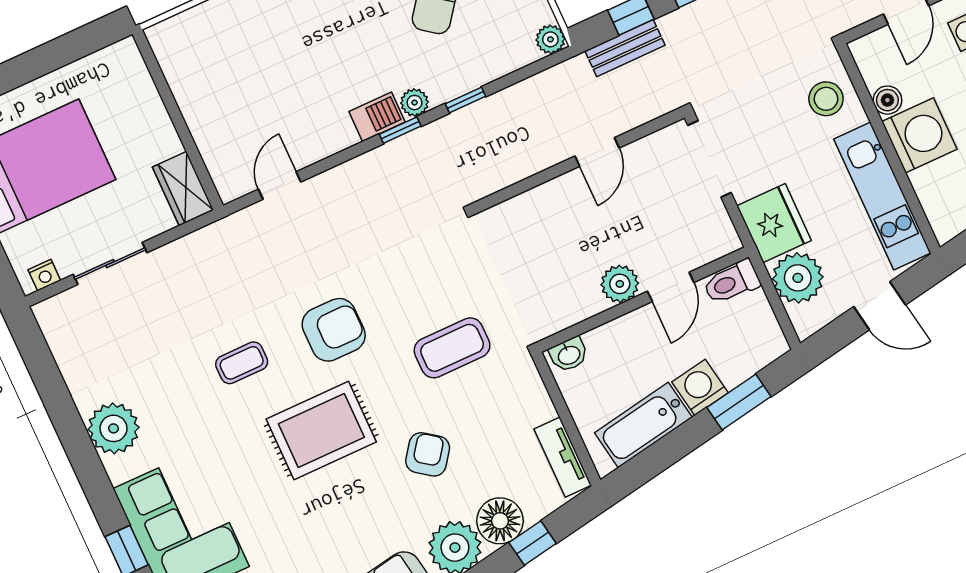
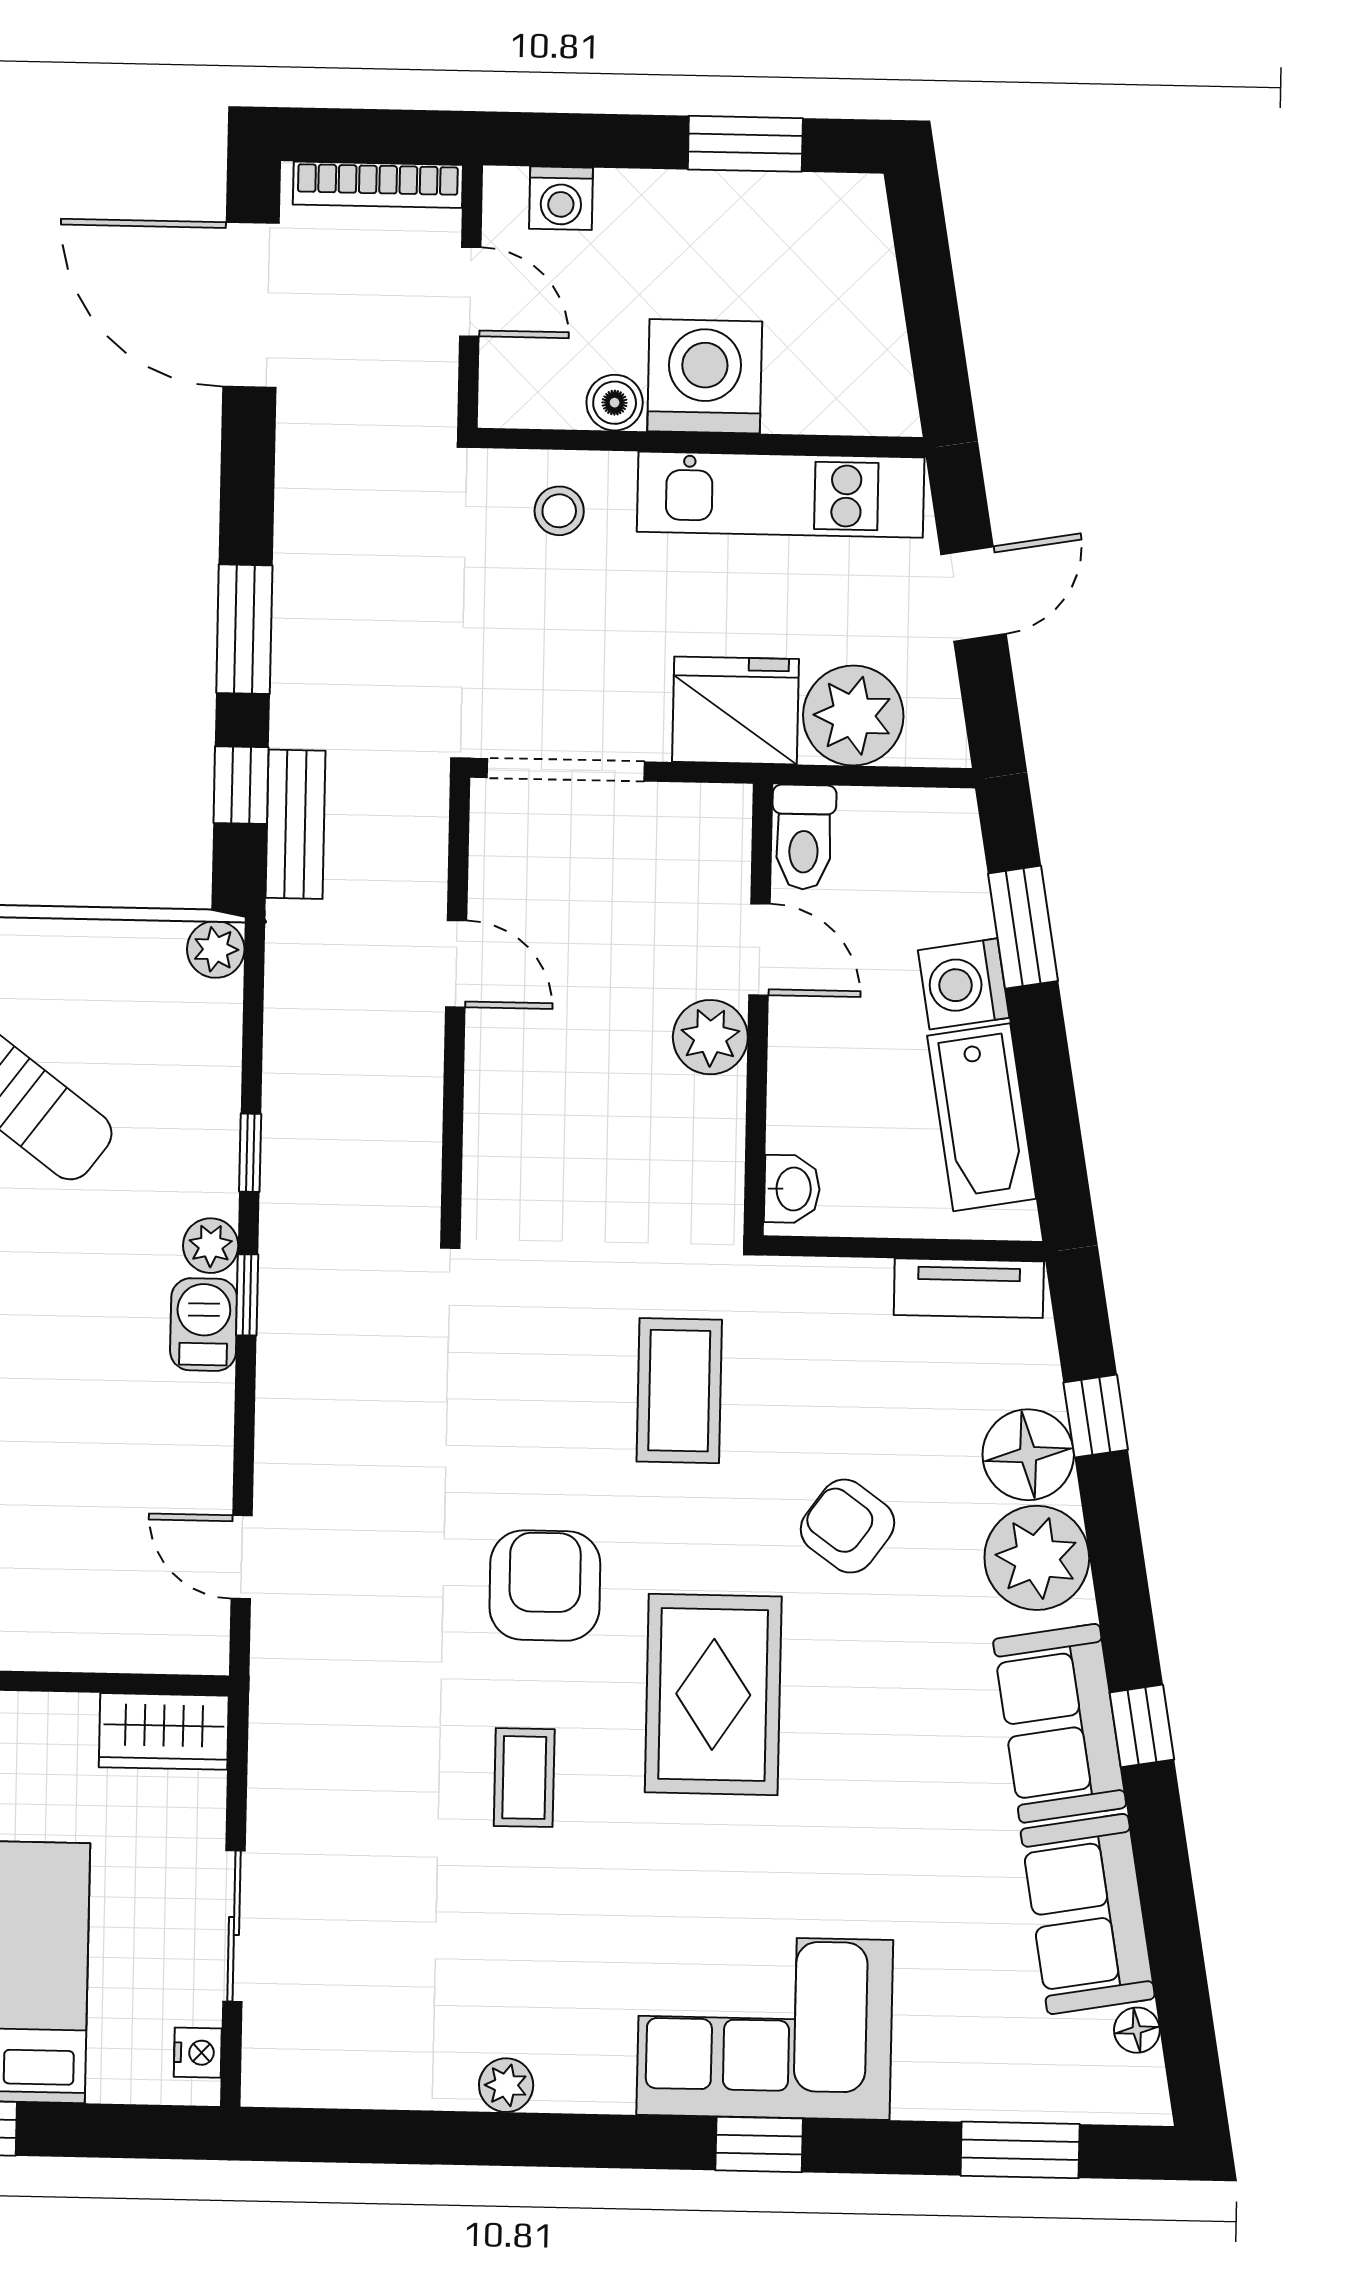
stool: (826, 99) -> (559, 511), width x0.73, depth x0.73
plant: (113, 428) -> (506, 2085), width x0.53, depth x0.53

